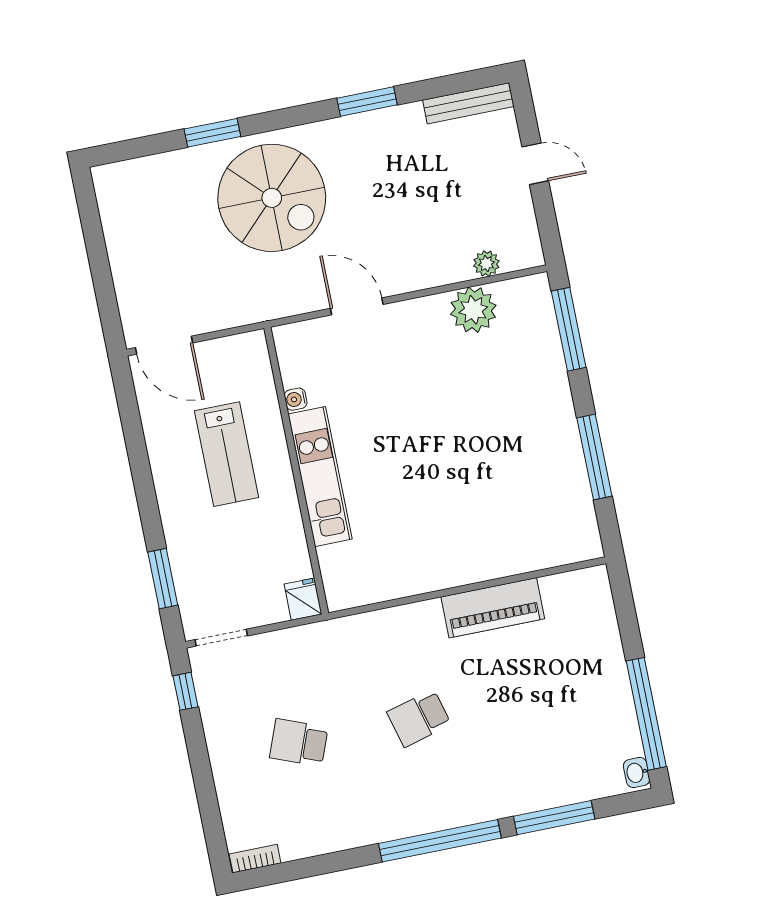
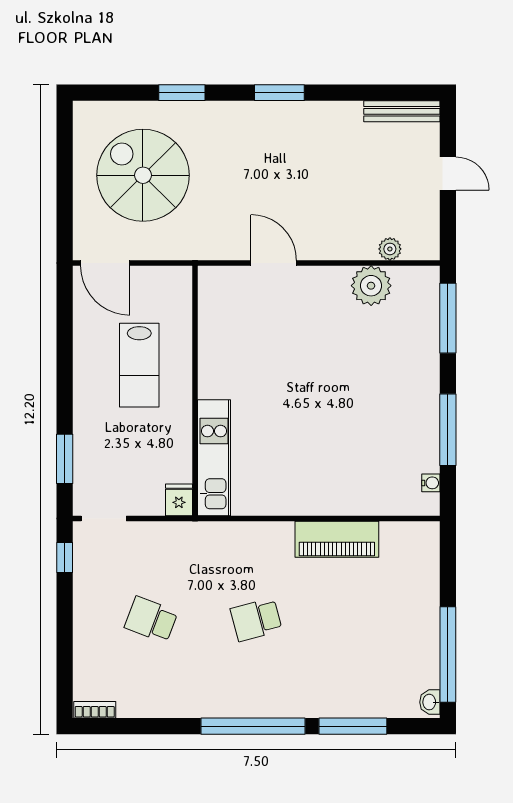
window: (367, 102) -> (279, 93), moved
spiral stairs: (272, 198) -> (143, 175), moved, turned 180
water cooler: (296, 399) -> (431, 483), moved, turned 180
kitchen unit: (320, 477) -> (214, 458), moved

